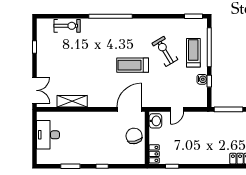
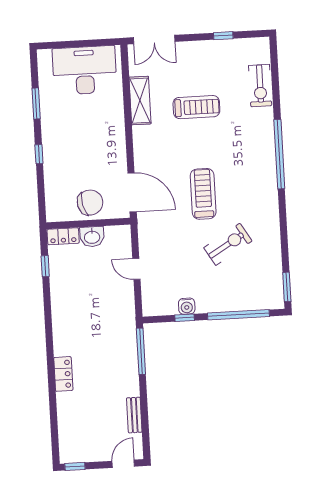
treadmill: (193, 53) -> (196, 107), moved
washbasin: (155, 121) -> (92, 237), moved
desk: (48, 135) -> (85, 70), width x1.36, depth x1.30

